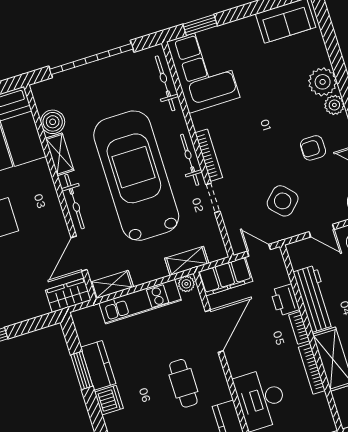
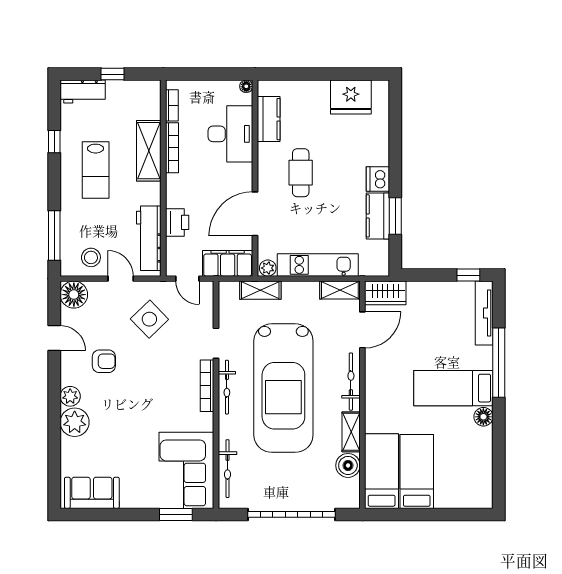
workbench: (314, 299) -> (149, 238), moved
bookcase: (299, 328) -> (172, 105), moved

